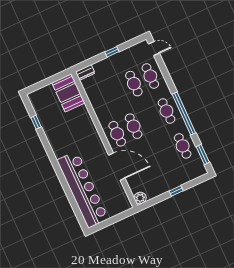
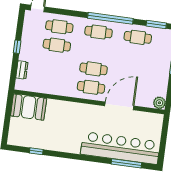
dresser: (85, 73) -> (22, 70), moved
window: (73, 203) -> (126, 163), added

